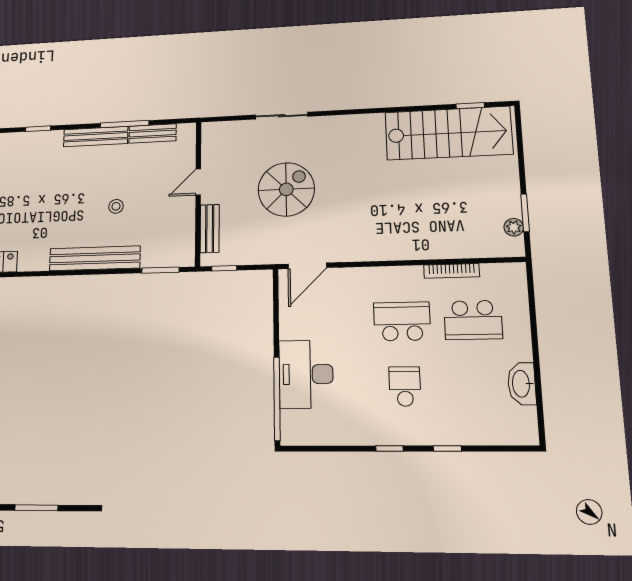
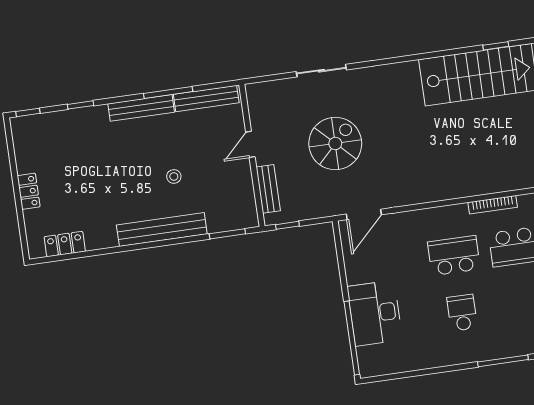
bench: (152, 133) -> (206, 99), width x1.36
window: (447, 448) -> (503, 361), width x2.17
window: (389, 449) -> (454, 368), removed

